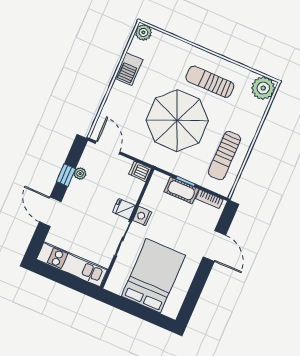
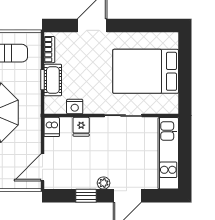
plant: (80, 174) -> (104, 183), moved
fridge: (124, 209) -> (81, 127), moved
nightstand: (142, 216) -> (75, 107), moved

